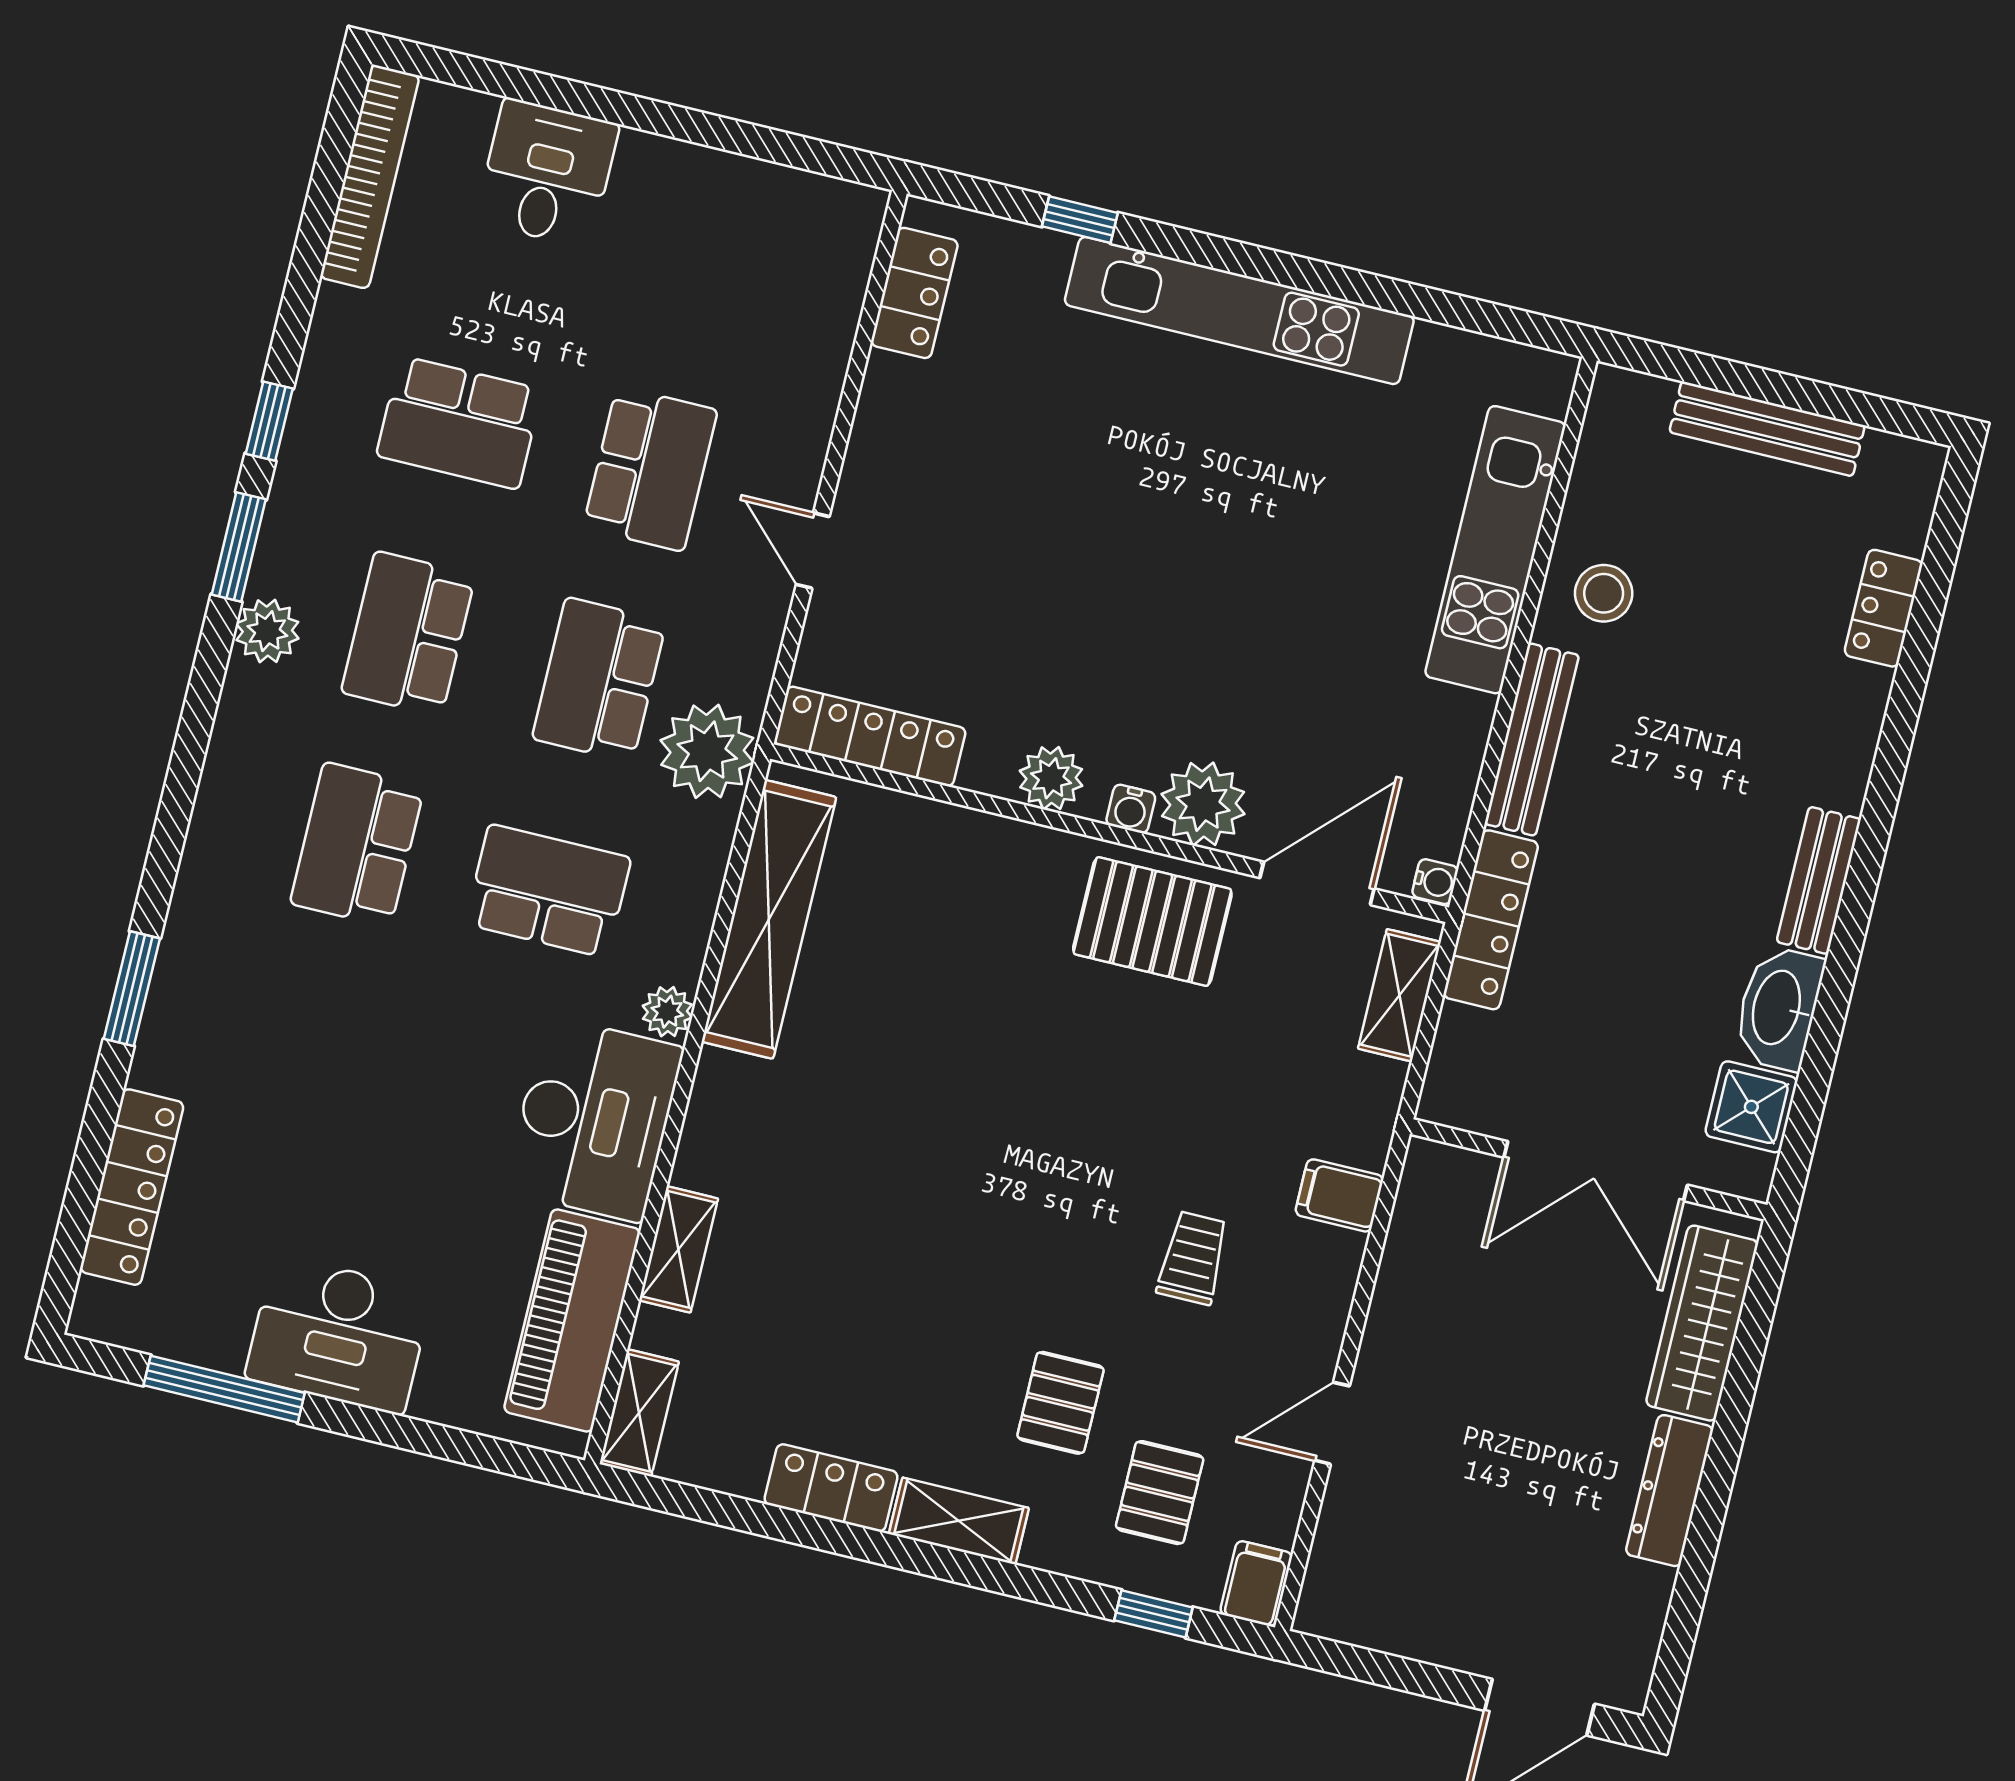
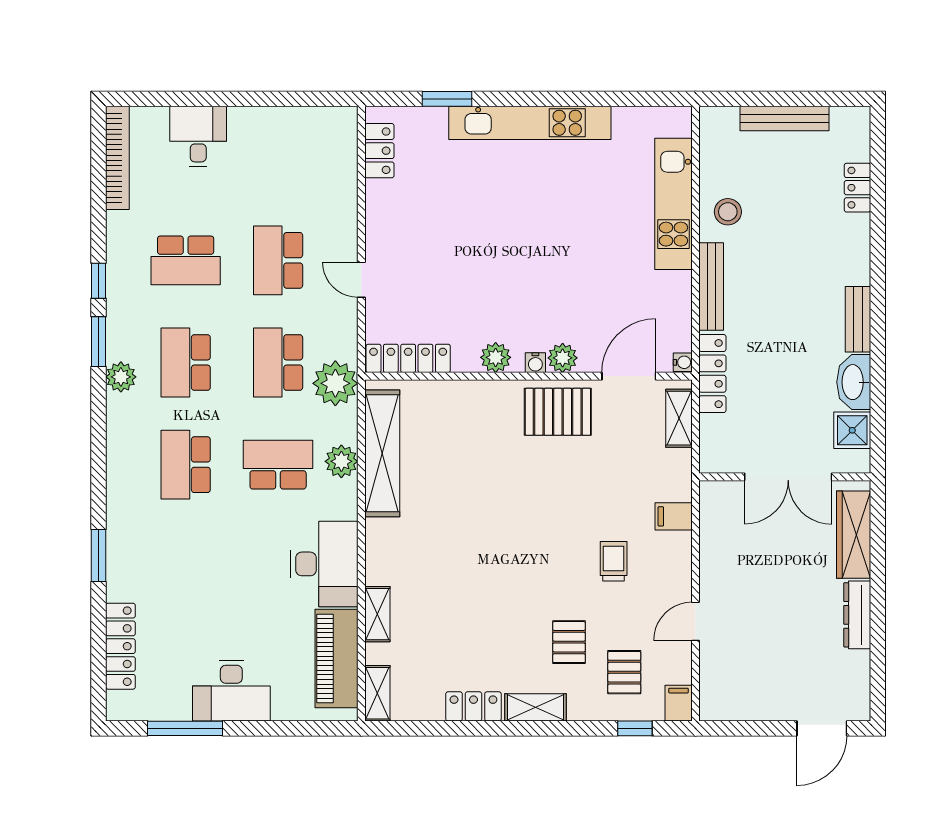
window: (1080, 220) -> (447, 99), width x1.50
school desk: (650, 469) -> (278, 260), turned 180
plant: (1203, 804) -> (563, 358), width x0.73, depth x0.73
plant: (667, 1012) -> (341, 461), moved, width x1.38, depth x1.38

